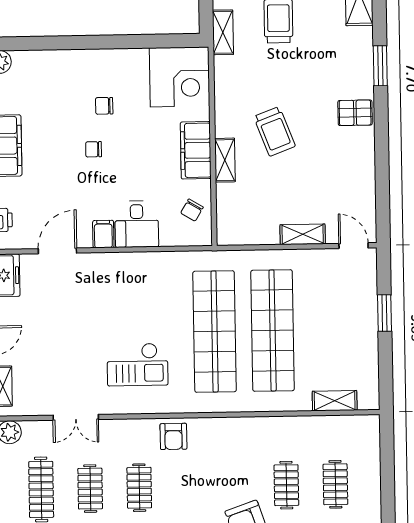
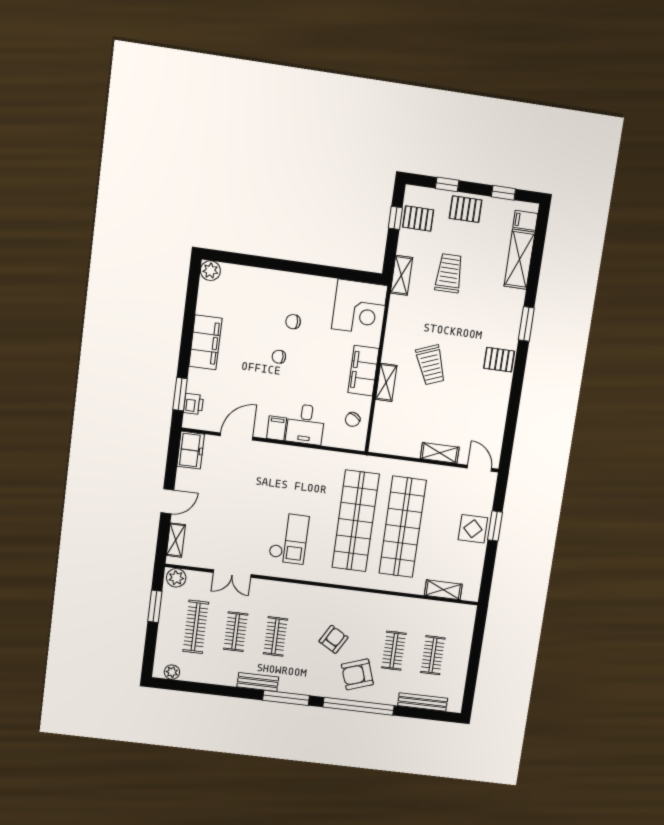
display table: (358, 320) -> (473, 529), added
checkout: (137, 364) -> (289, 538), turned -90
armchair: (173, 436) -> (334, 639), moved, turned -150

